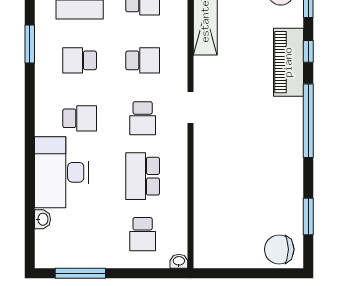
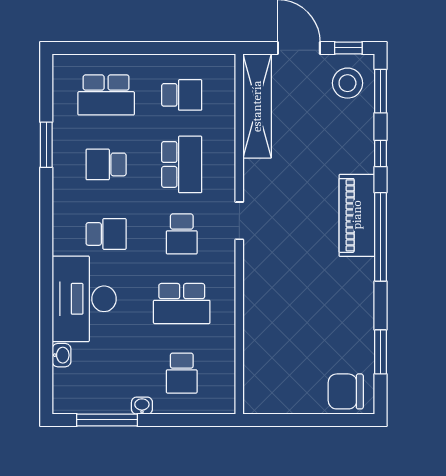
school desk: (143, 60) -> (182, 164), width x1.85
piano: (288, 62) -> (357, 215), moved
school desk: (143, 176) -> (182, 303), turned -90
washbasin: (179, 261) -> (142, 406), moved

